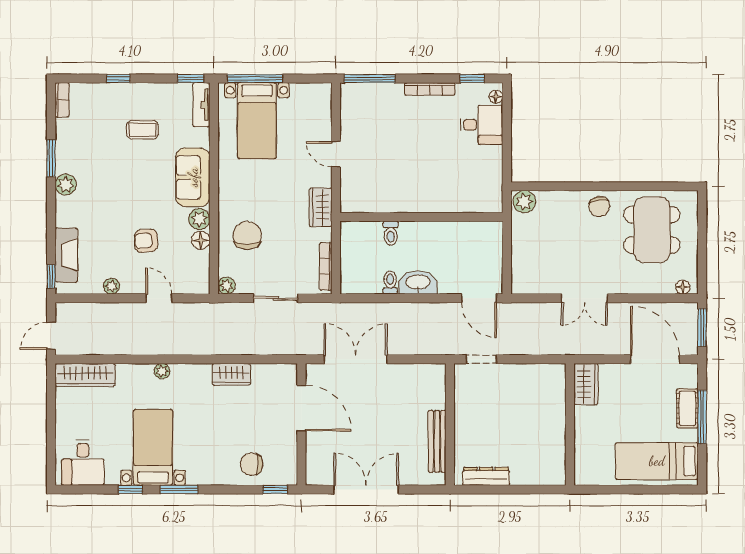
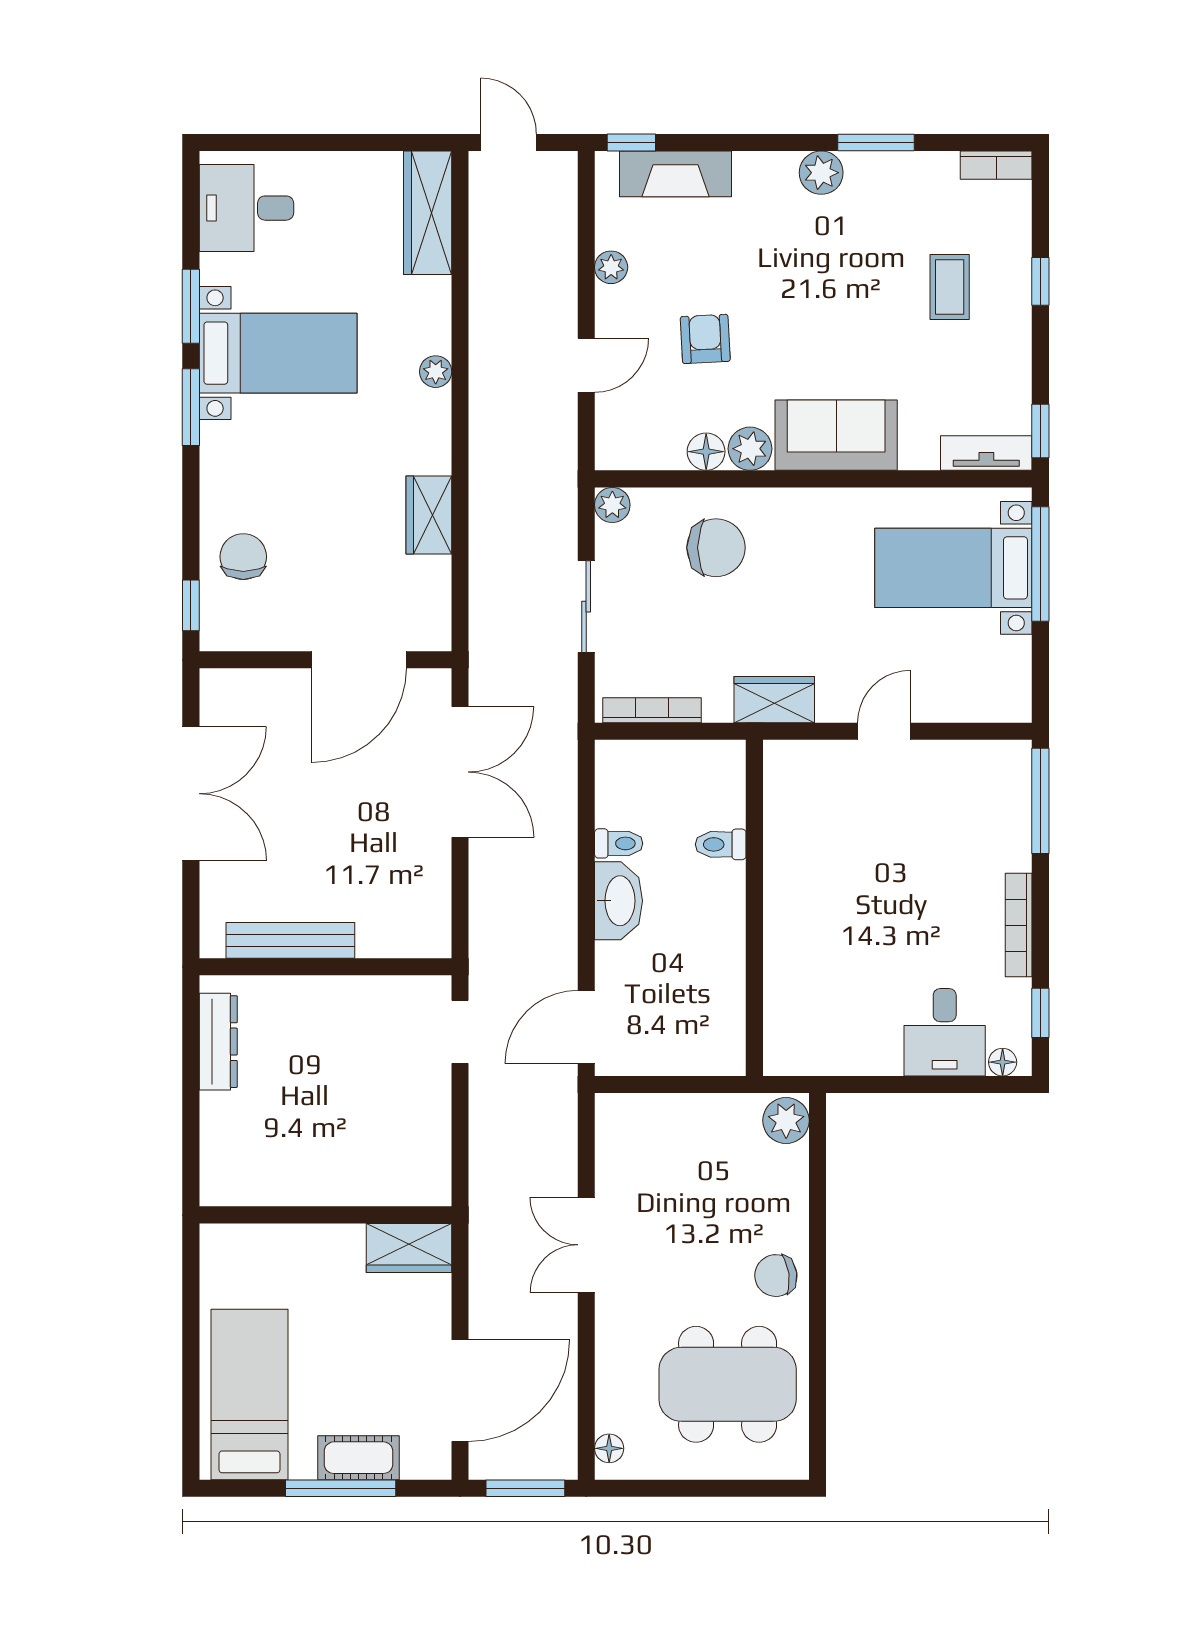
coffee table: (142, 130) -> (950, 287), moved
window: (130, 489) -> (191, 306), width x1.50

